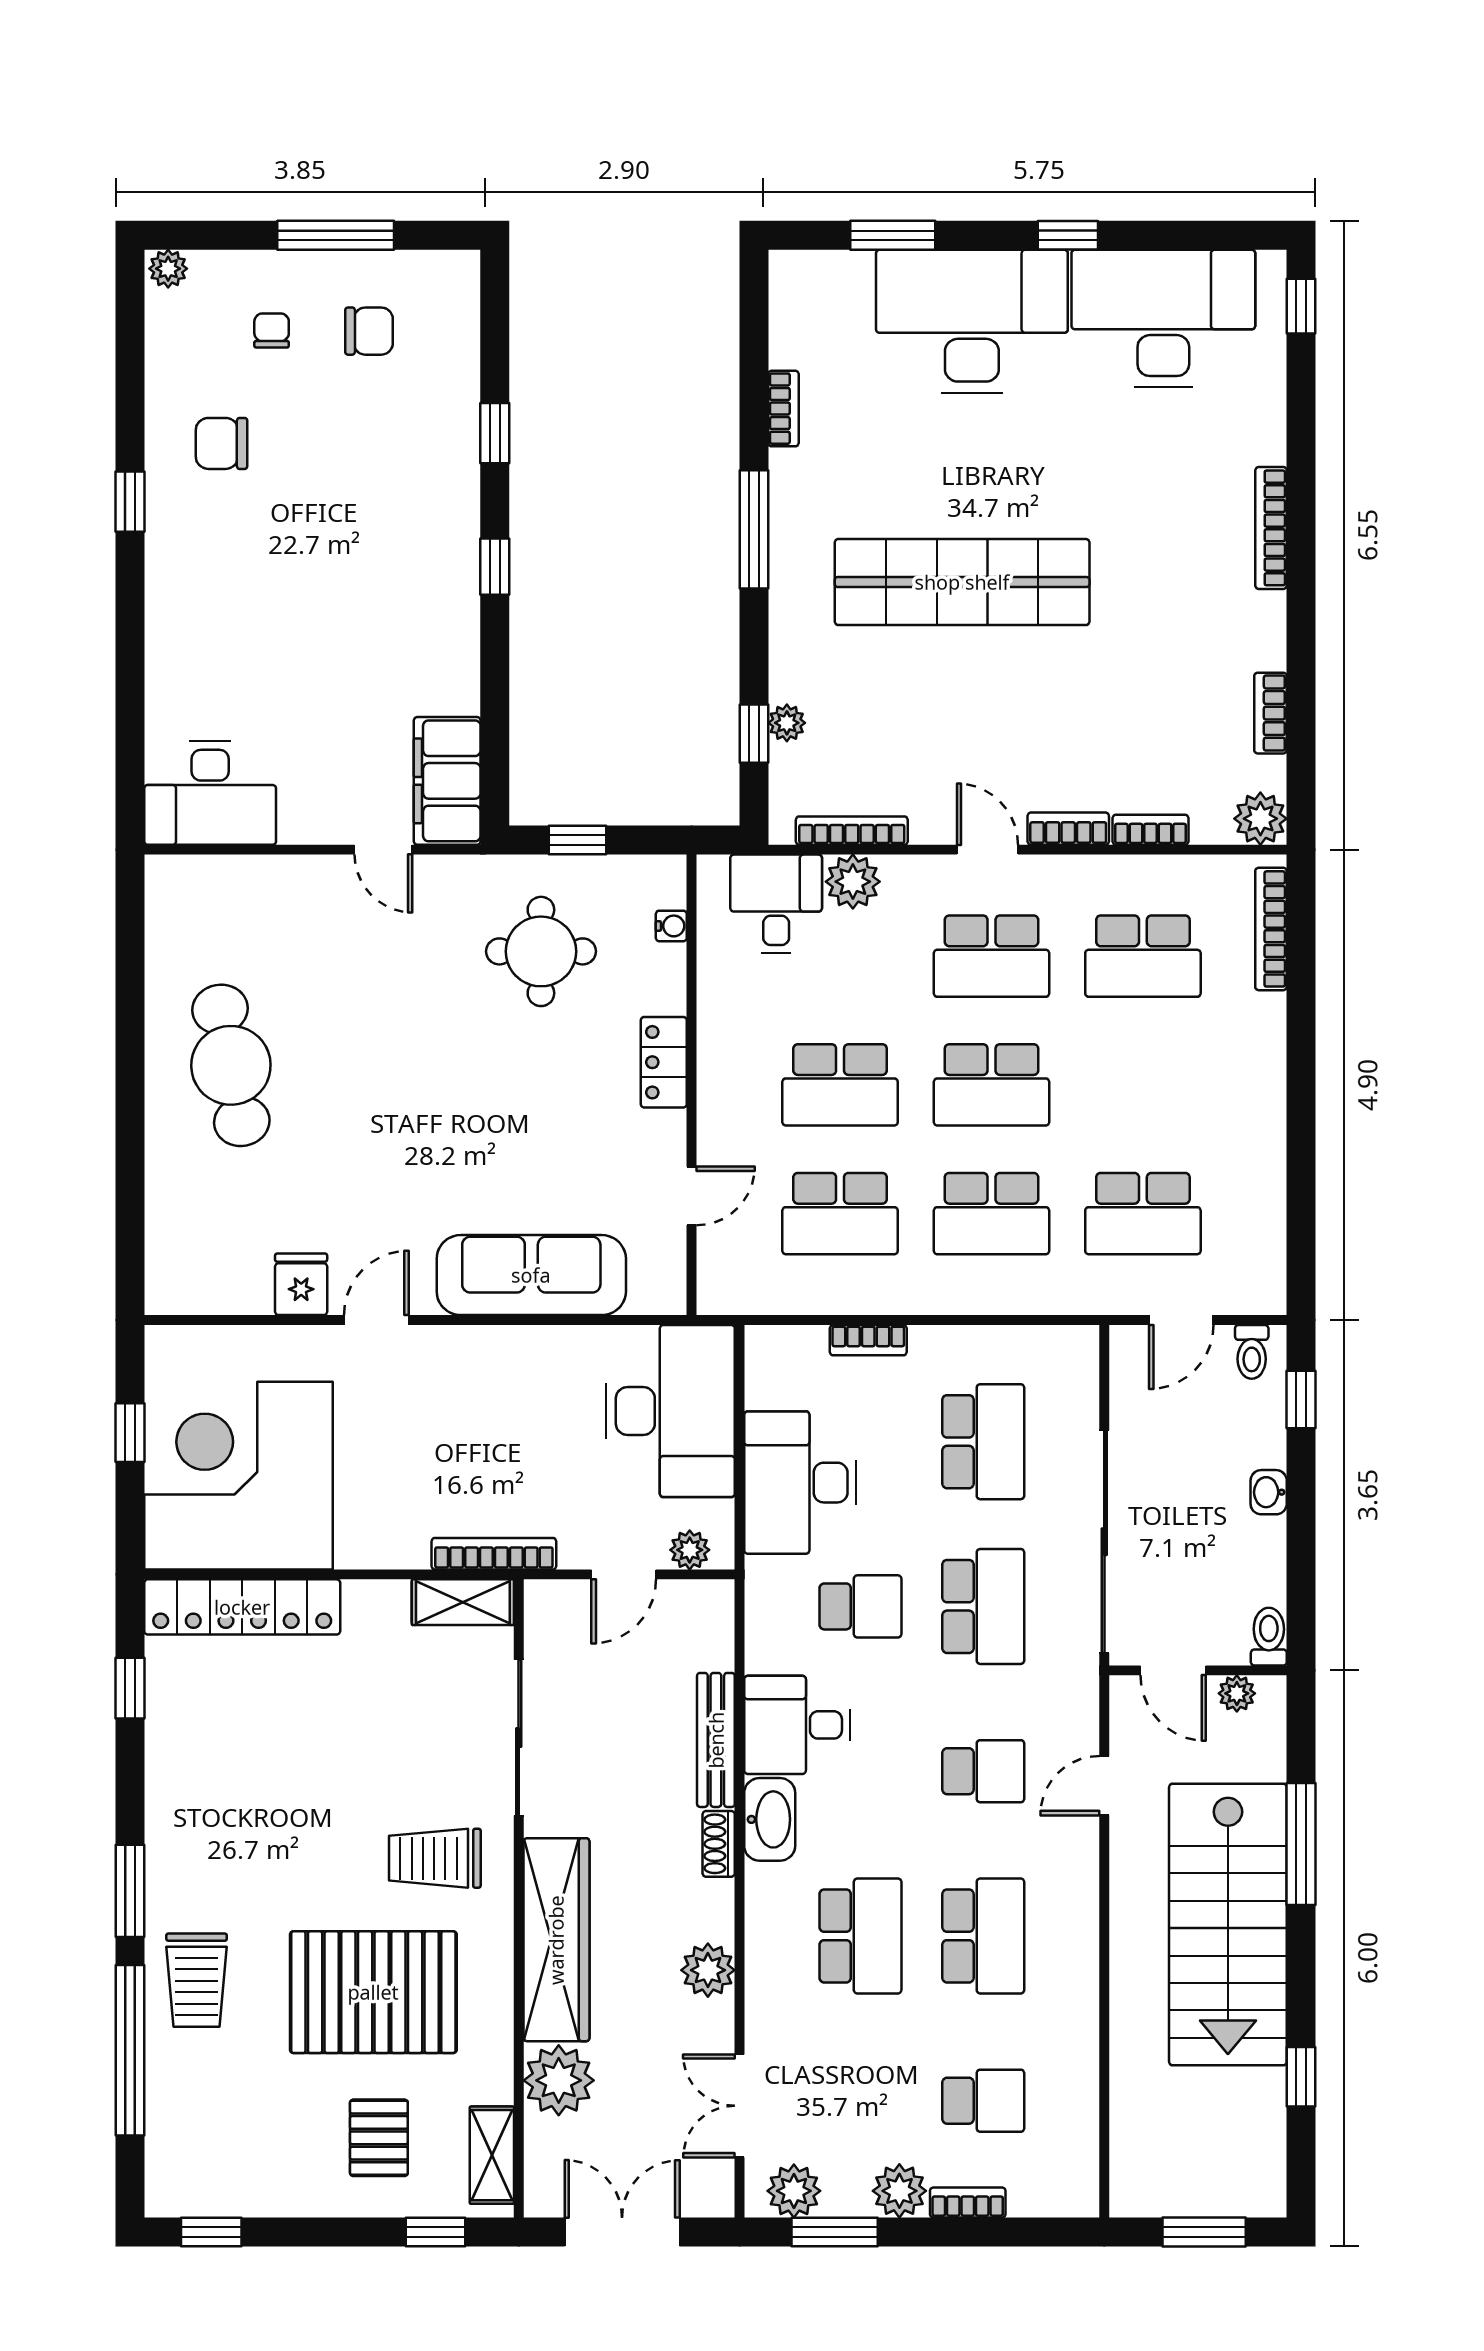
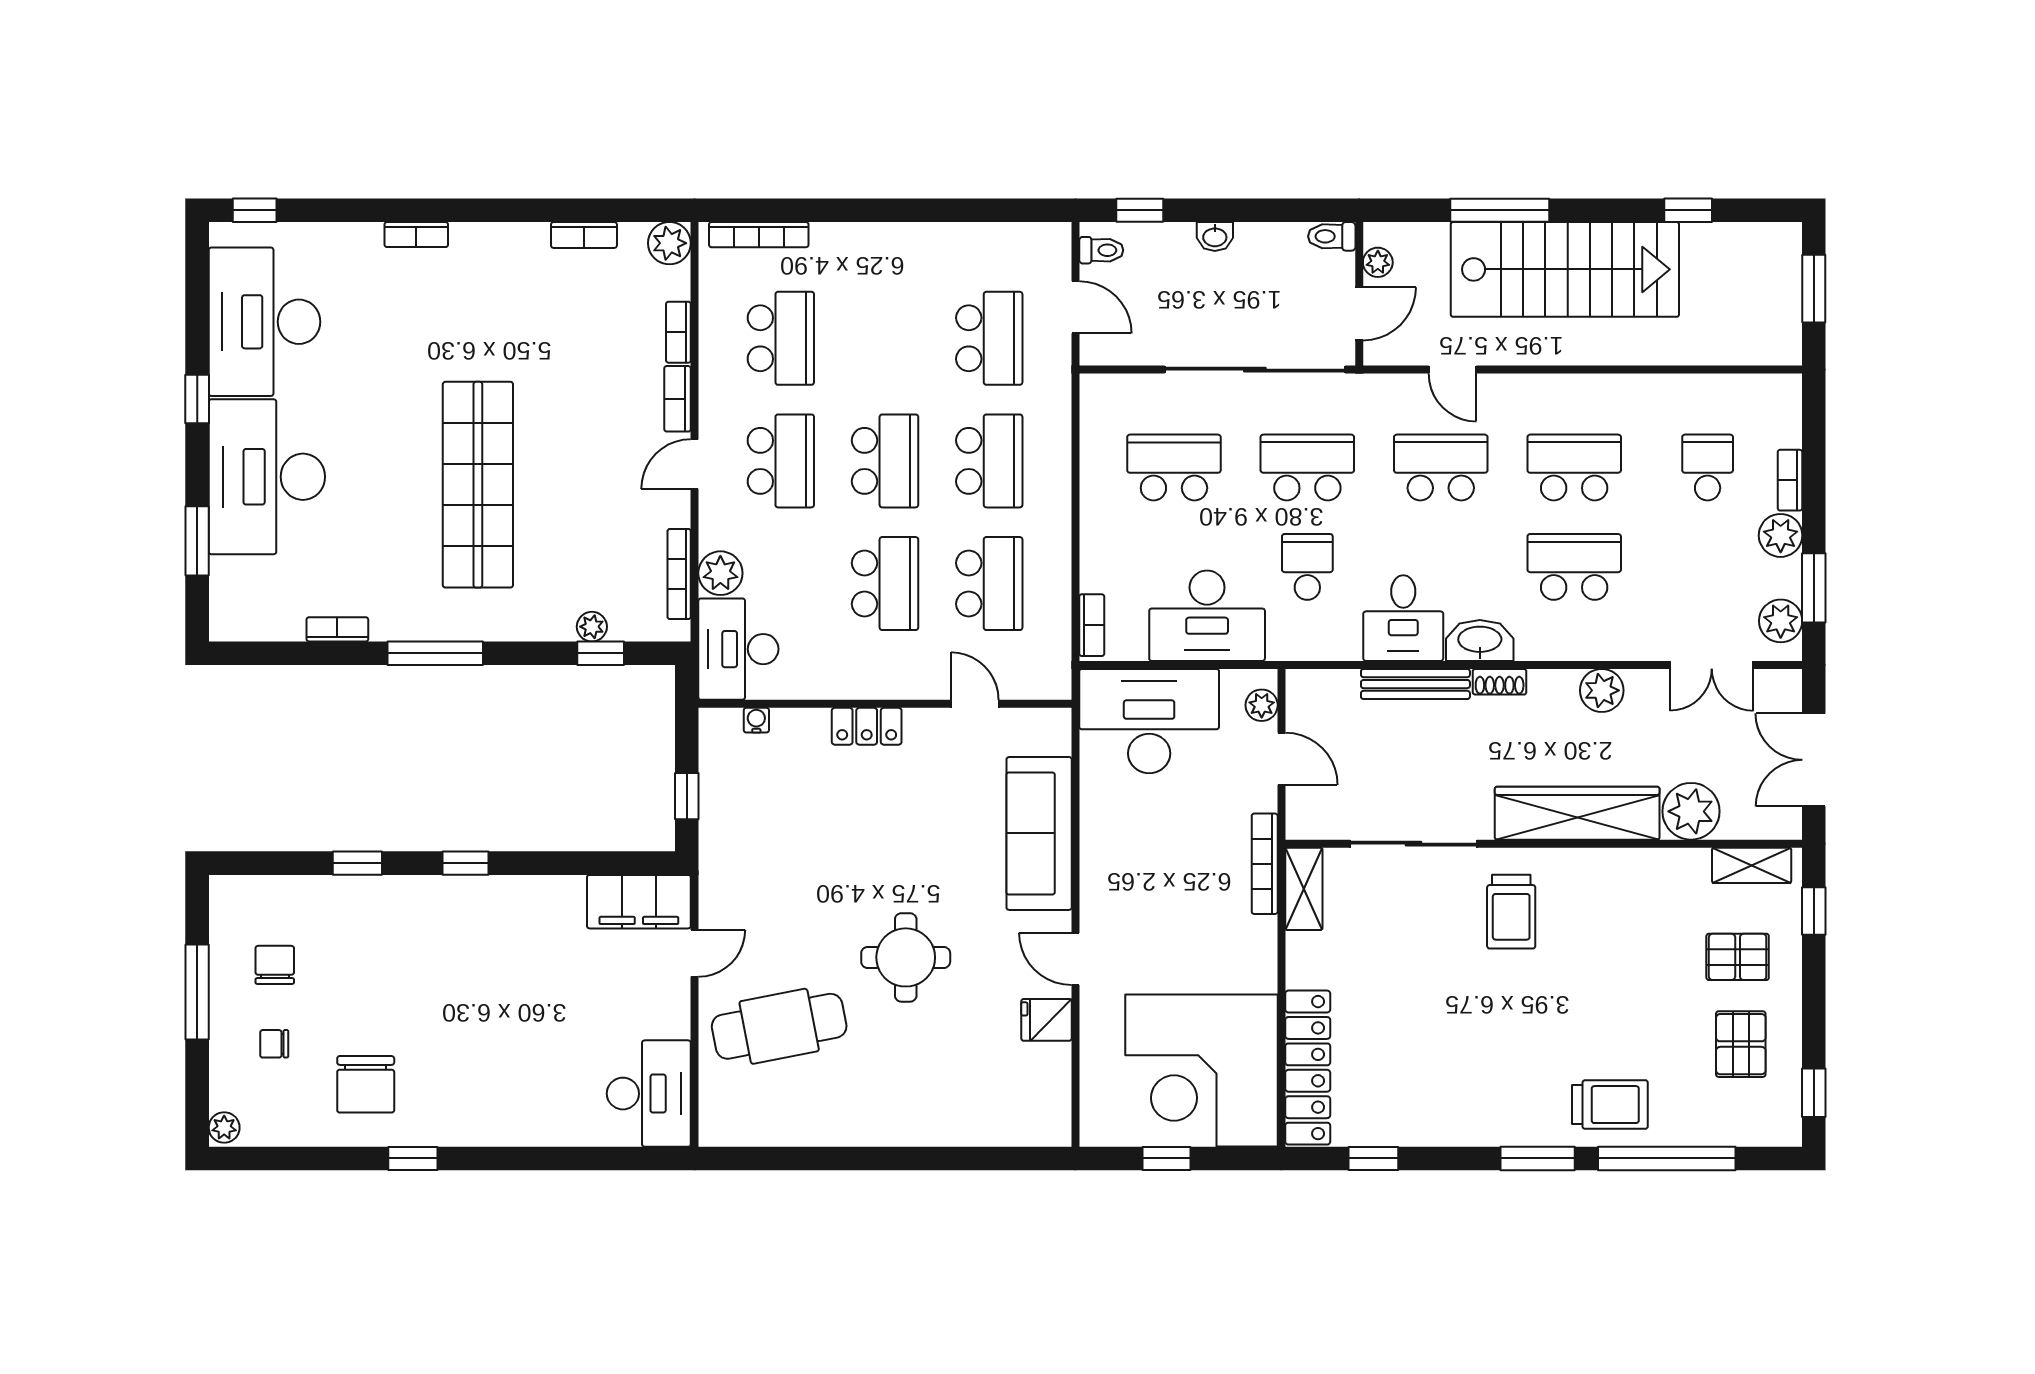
chair: (222, 443) -> (366, 1084), width x1.37, depth x1.37
bookcase: (1271, 528) -> (416, 235), width x0.64
desk: (776, 904) -> (738, 649), width x1.37
round table: (541, 951) -> (906, 957), moved
cafe table: (231, 1065) -> (779, 1026), moved
bookcase: (868, 1340) -> (1092, 625), moved
school desk: (983, 1771) -> (1441, 468), width x1.85
pallet: (373, 1992) -> (1741, 1044), moved, width x0.49, depth x0.50

